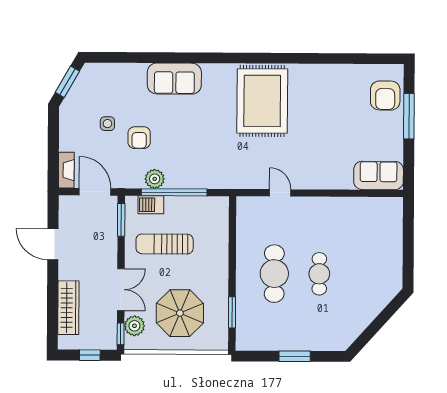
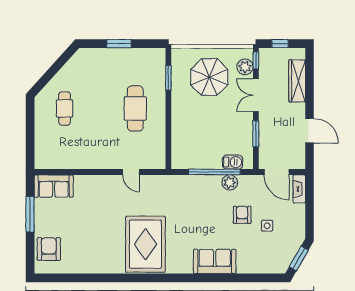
window: (409, 116) -> (30, 214), moved
window: (121, 220) -> (256, 134), moved
sun lounger: (165, 244) -> (222, 131), removed
cafe table: (319, 274) -> (65, 108), moved

